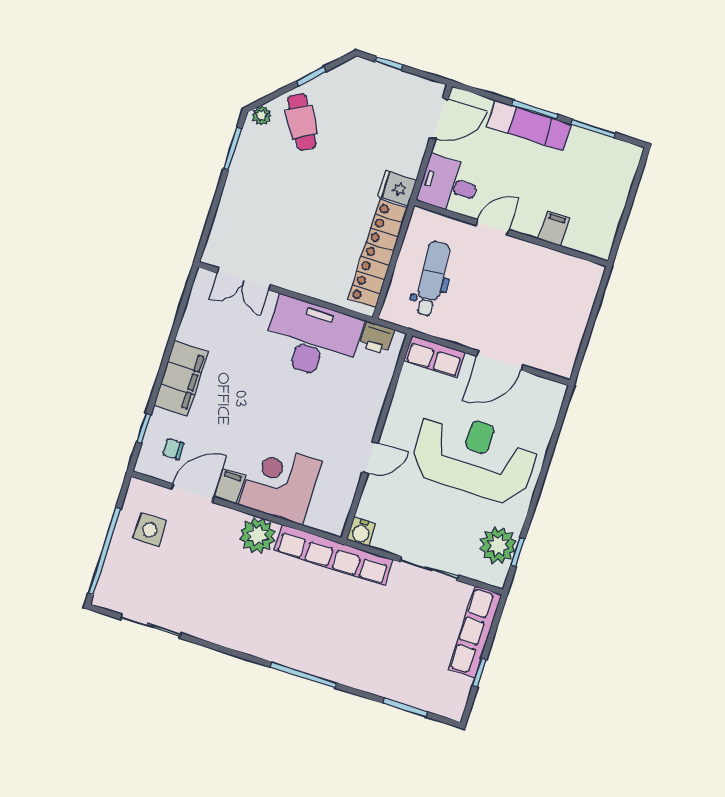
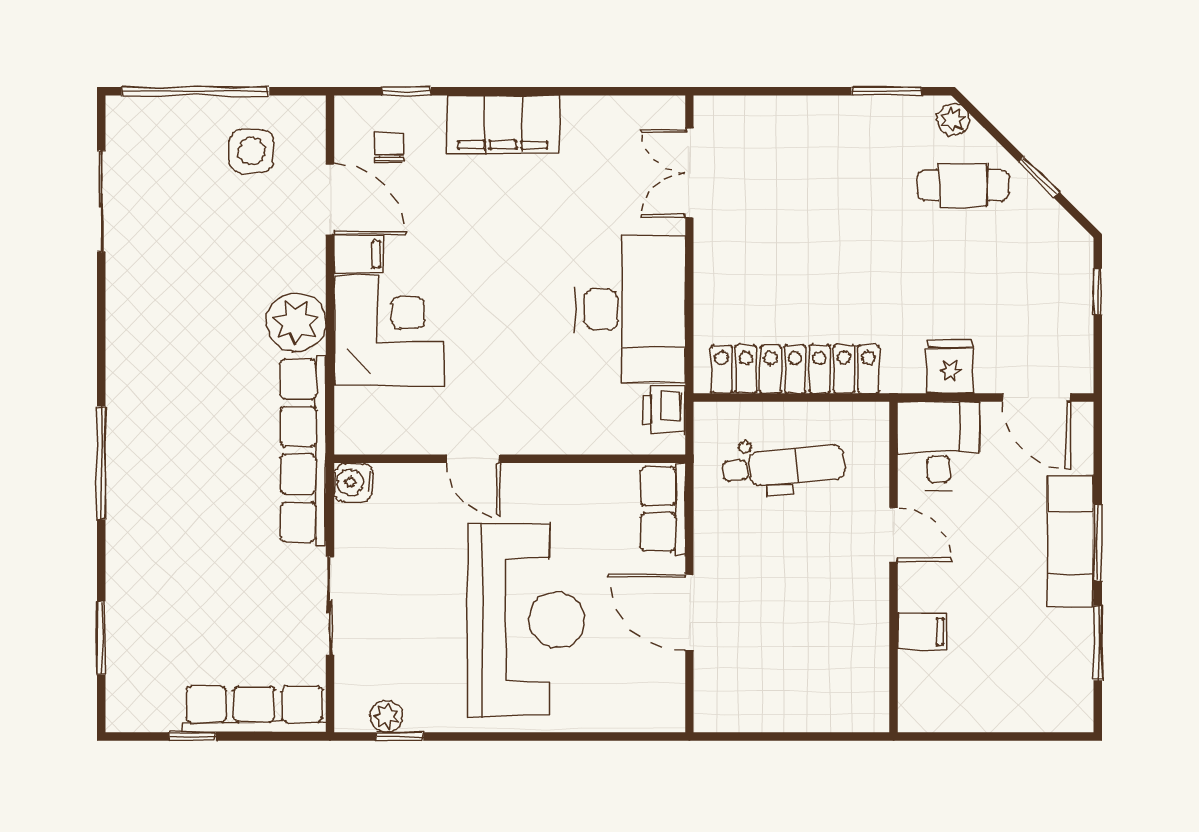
cafe table: (302, 122) -> (963, 185), turned 30
fridge: (397, 188) -> (950, 367), moved
plant: (498, 545) -> (386, 716), width x0.53, depth x0.53

